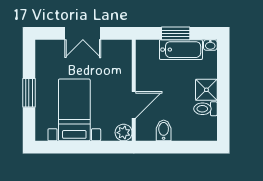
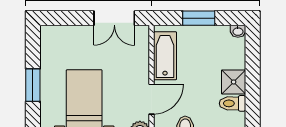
double door: (83, 33) -> (114, 18), moved
bathtub: (181, 50) -> (165, 56), moved, turned -90

